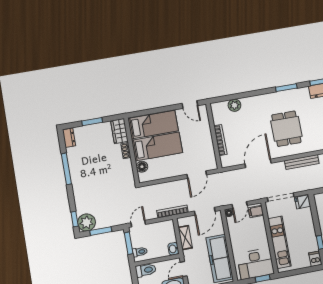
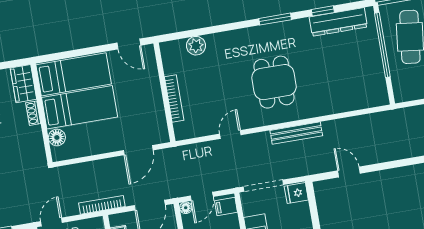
door: (258, 163) -> (230, 134), width x0.53

